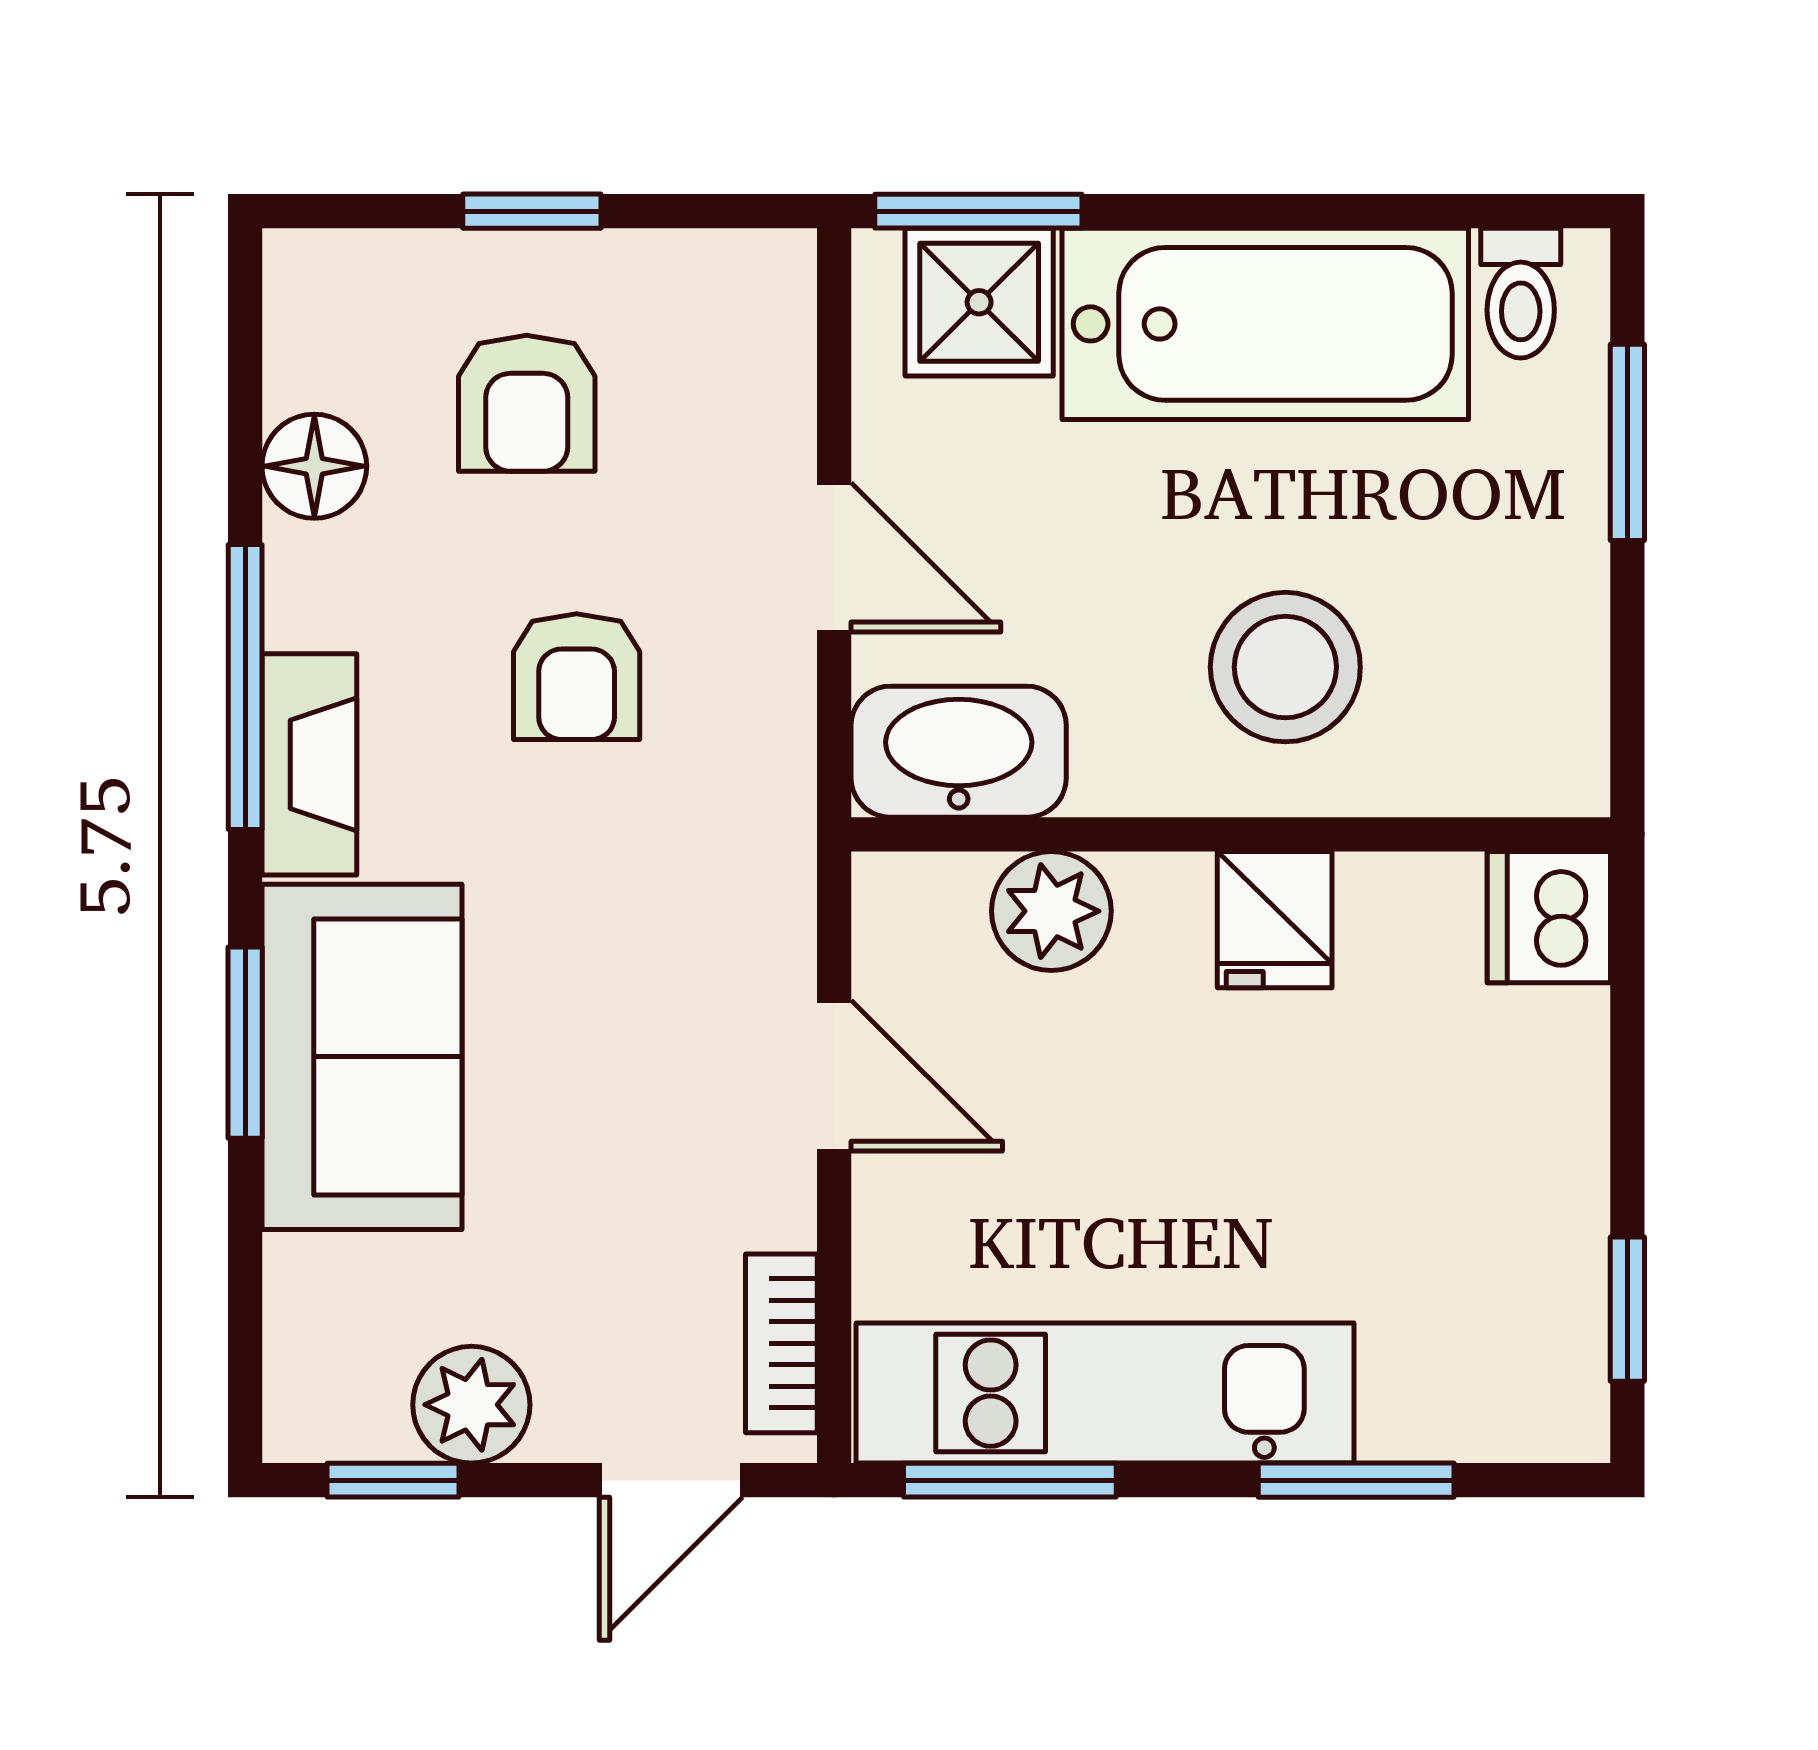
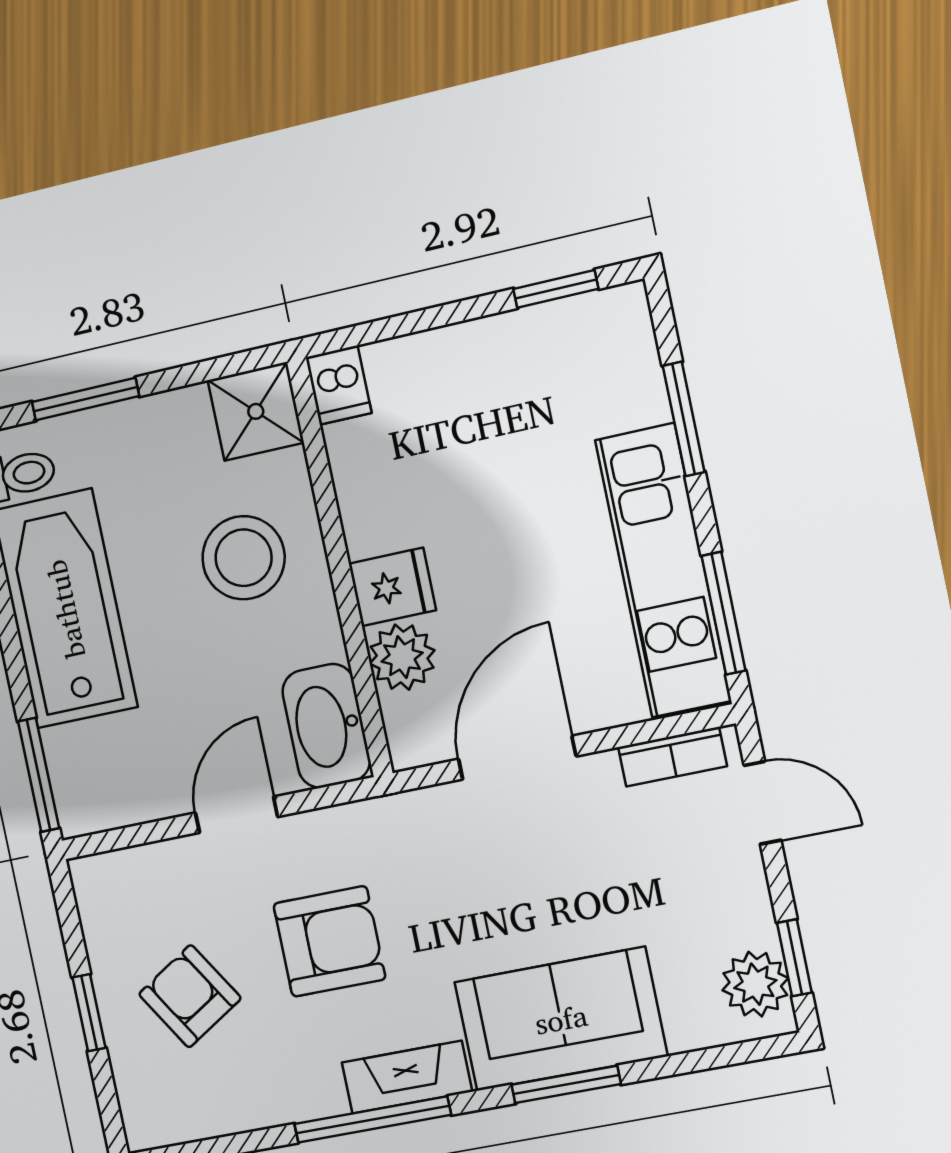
shower: (979, 302) -> (256, 411), moved
armchair: (527, 403) -> (190, 996), turned -122
floor lamp: (314, 466) -> (247, 1104), removed
armchair: (577, 677) -> (329, 941), width x1.38, depth x1.38
dishwasher: (1549, 917) -> (339, 385), width x0.73
fridge: (1275, 920) -> (392, 587), moved
door: (834, 1076) -> (517, 758), width x1.37
plant: (471, 1405) -> (755, 984), moved

